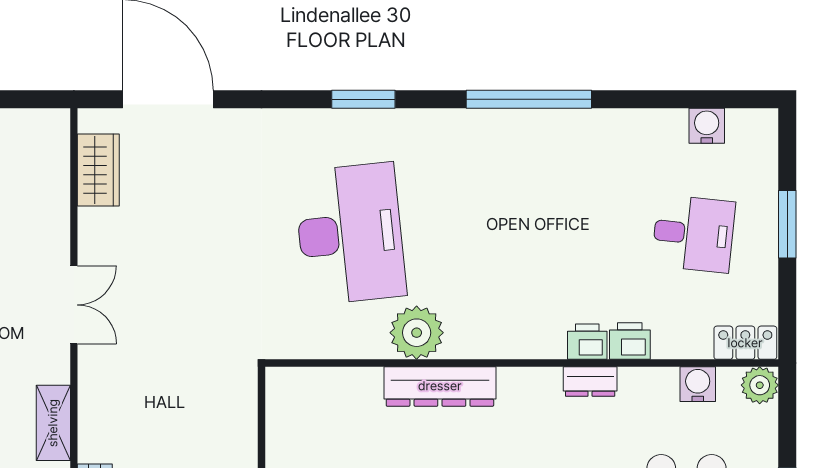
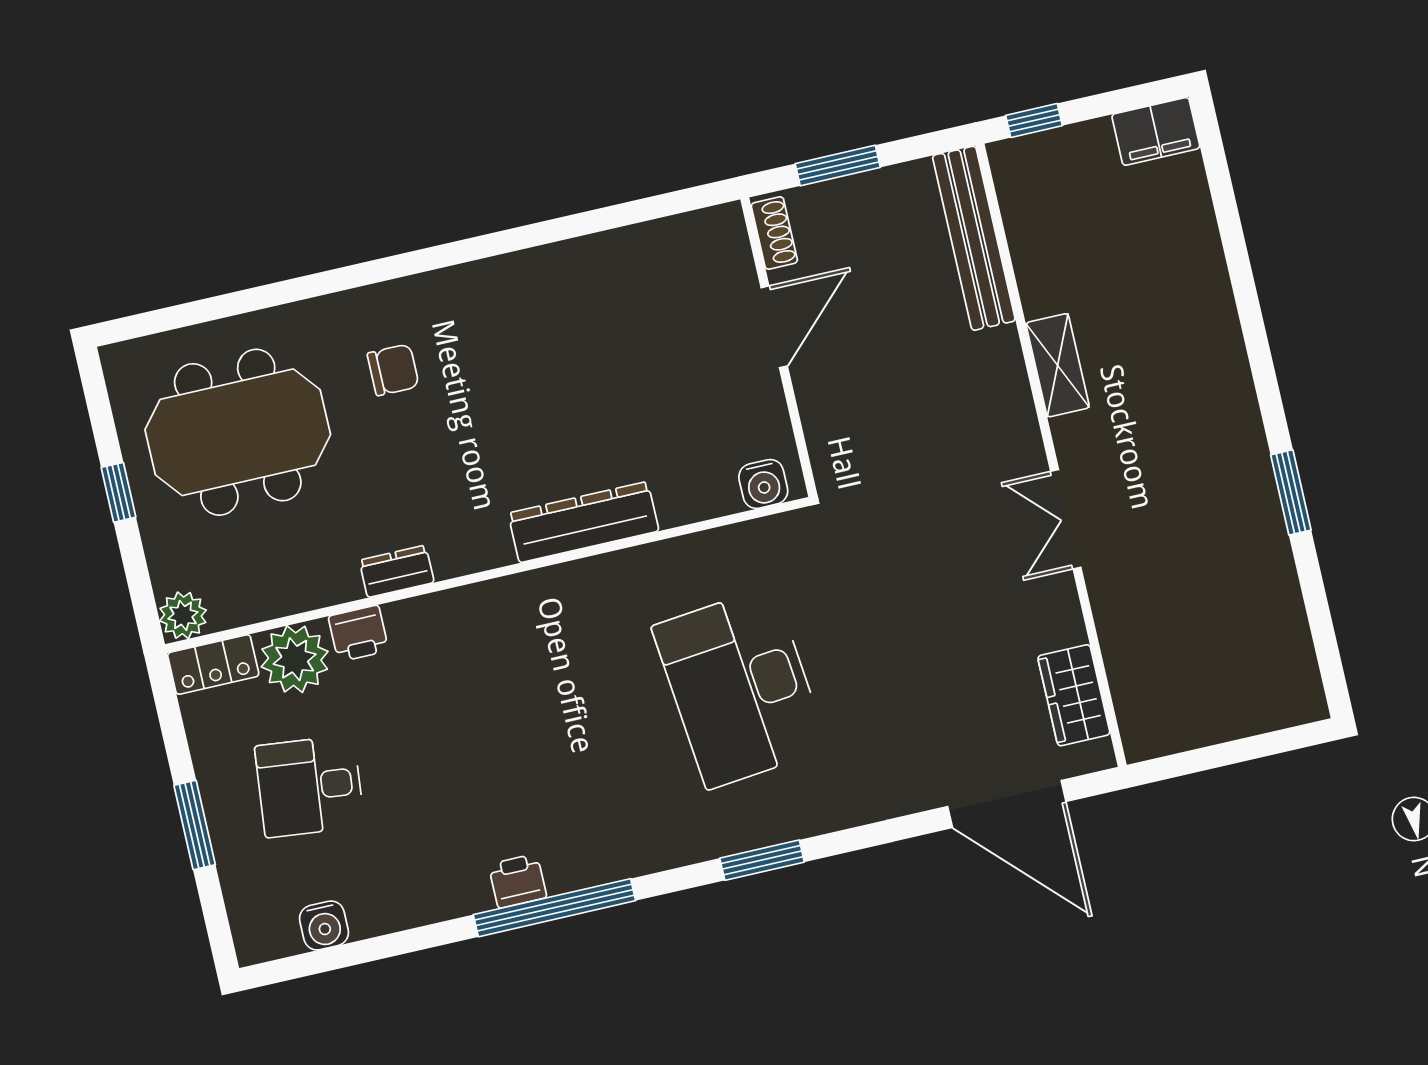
plant: (417, 333) -> (295, 659), moved
printer: (587, 342) -> (518, 881), moved, turned 180
water cooler: (698, 384) -> (763, 484), moved

